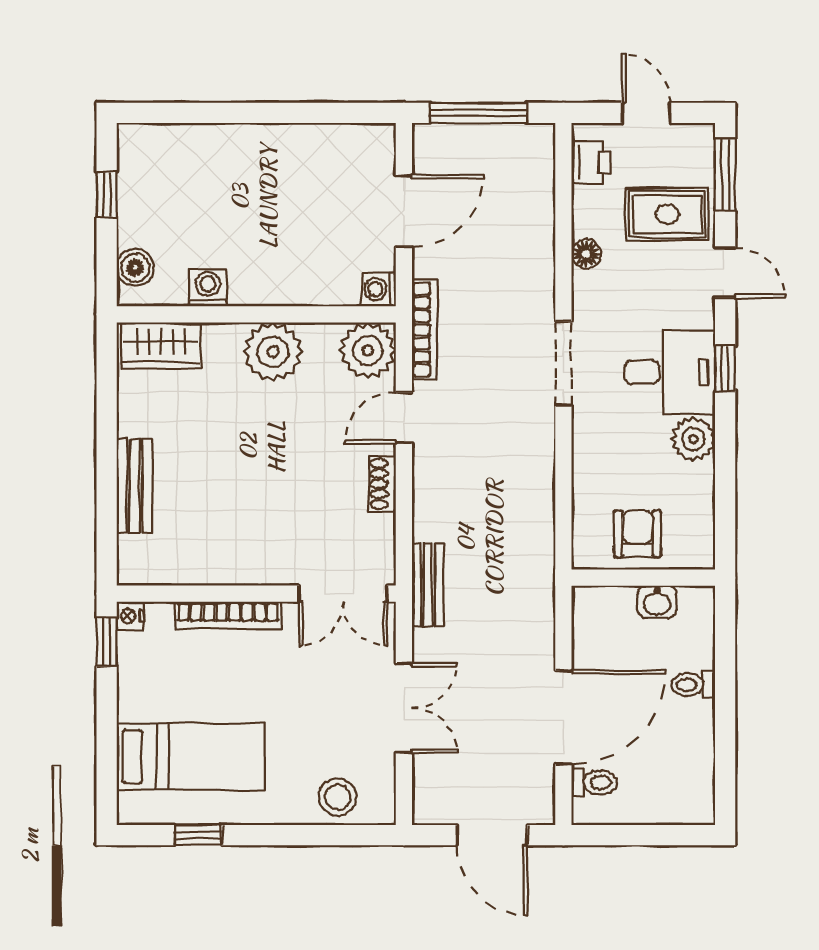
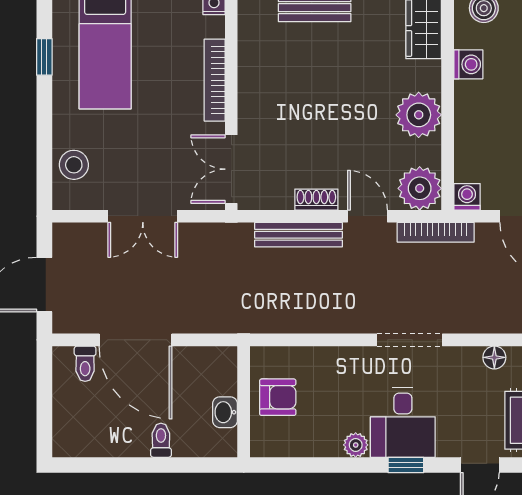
plant: (693, 439) -> (356, 445), width x0.73, depth x0.73
bench: (428, 585) -> (299, 235), moved, width x1.36

